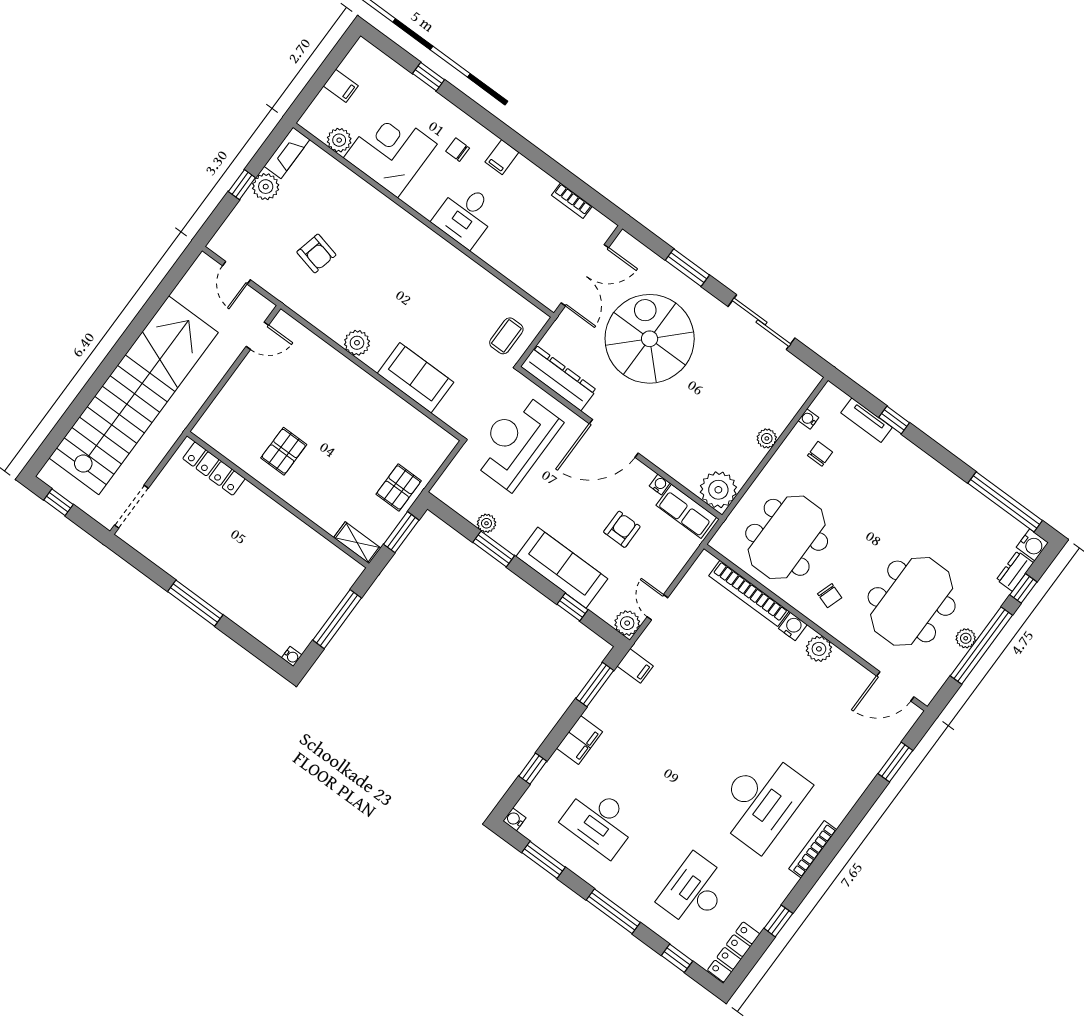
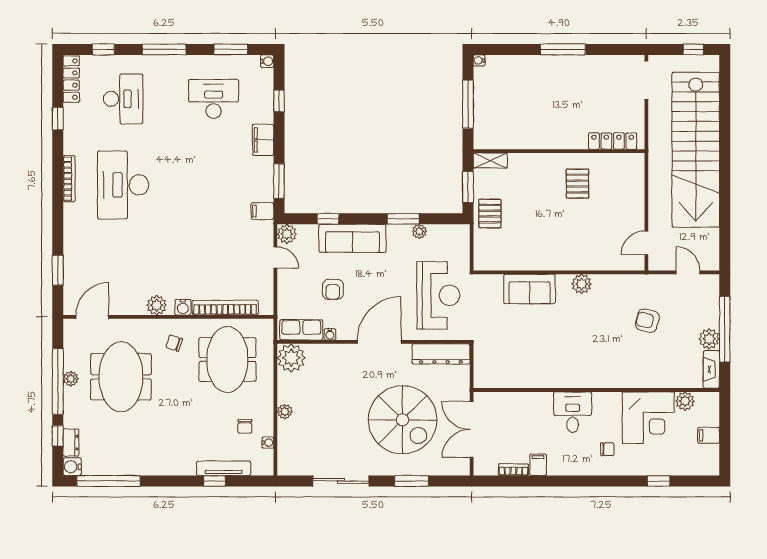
filing cabinet: (502, 157) -> (538, 465), moved
window: (242, 185) -> (725, 329), width x3.17
coffee table: (506, 336) -> (492, 356), removed
tv unit: (866, 420) -> (224, 468), width x1.41

